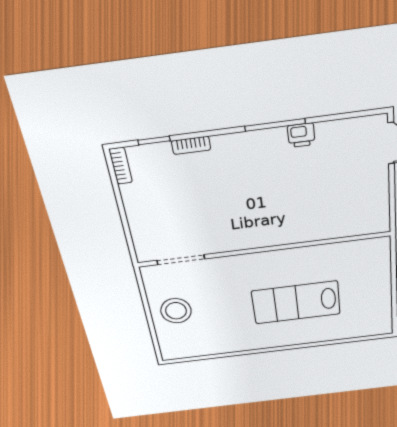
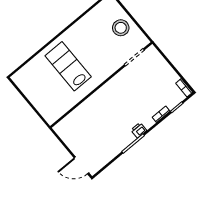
printer: (301, 135) -> (139, 130), moved
lab bench: (296, 302) -> (68, 66), turned -90

